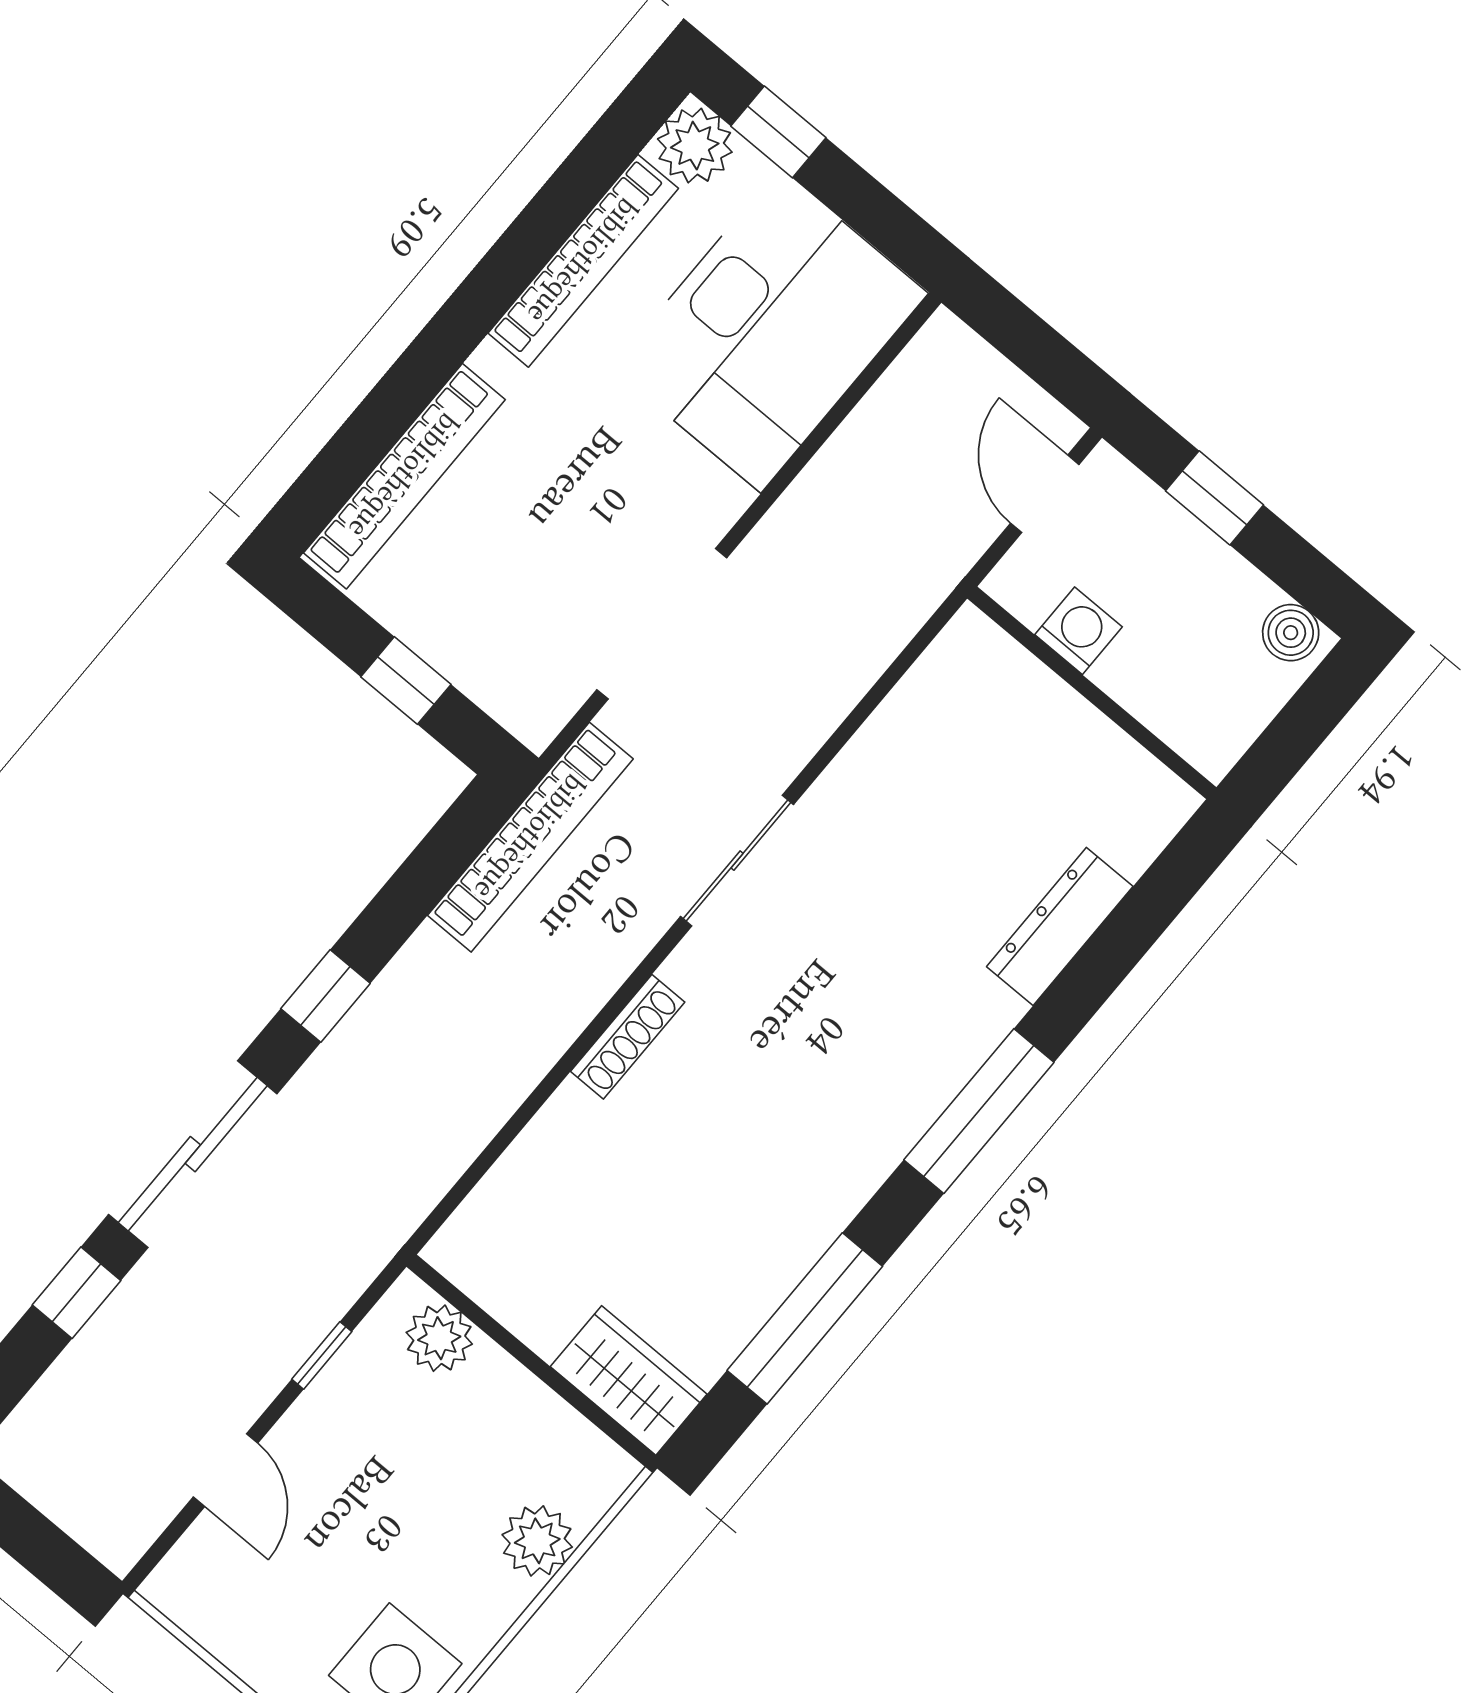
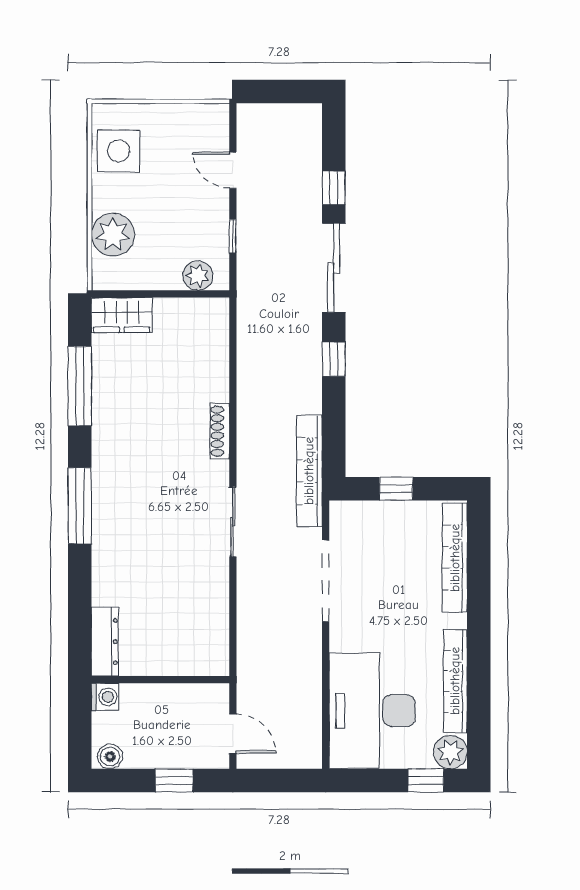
washing machine: (1078, 631) -> (105, 697), moved, turned -90
dresser: (1060, 926) -> (105, 642), moved
plant: (537, 1541) -> (113, 235), width x1.36, depth x1.36

